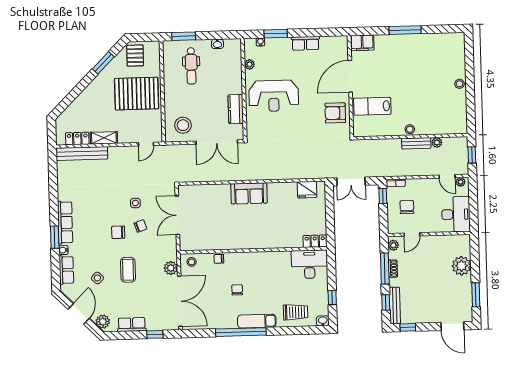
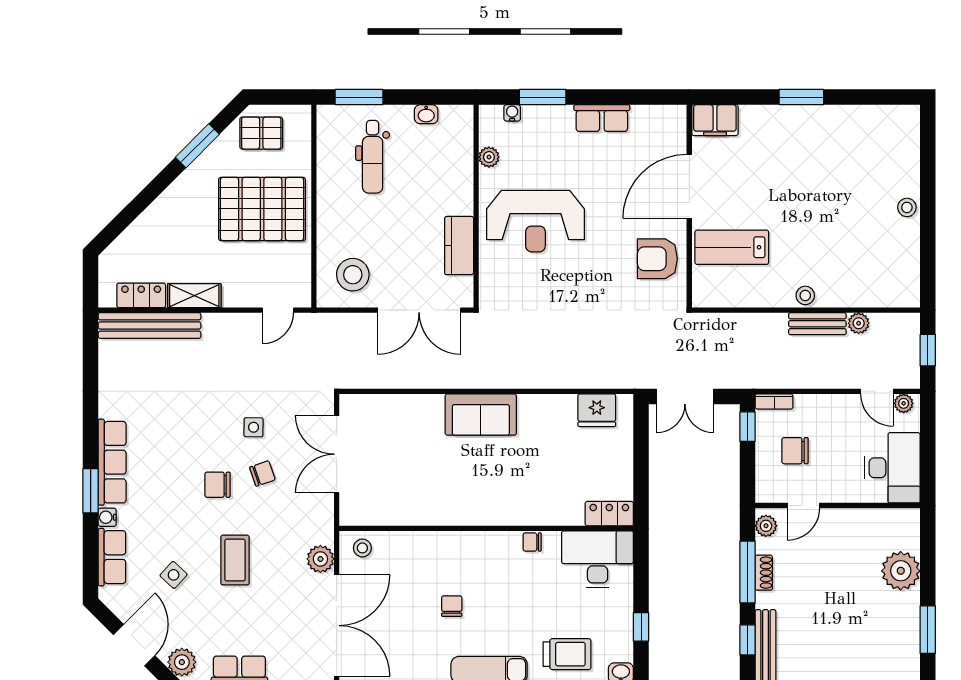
window: (405, 30) -> (801, 97), width x0.69
pallet: (135, 56) -> (261, 133), turned 90
chair: (407, 207) -> (795, 451), turned -90
chair: (219, 259) -> (532, 542), moved

